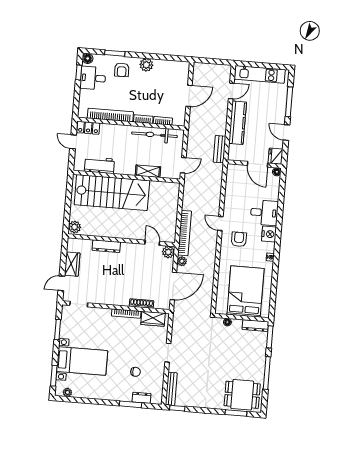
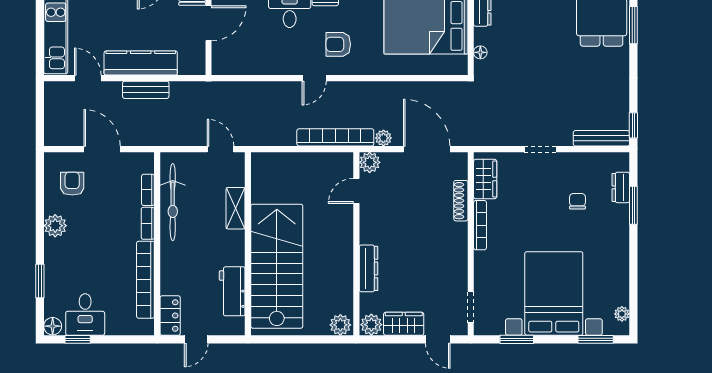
armchair: (122, 70) -> (72, 184), moved, turned -88
bench: (220, 149) -> (146, 90), moved
plant: (73, 245) -> (371, 325), added
bed with nightstands: (82, 361) -> (554, 293), width x1.36

